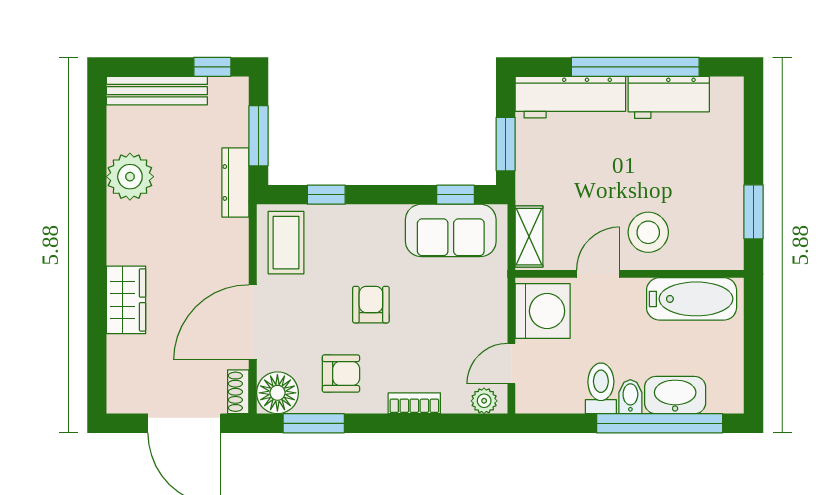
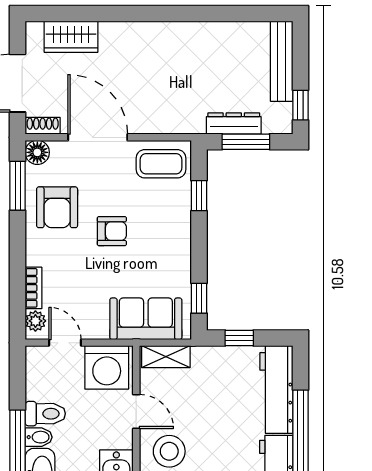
window: (506, 144) -> (239, 338), width x0.67
plant: (130, 177) -> (213, 40), removed
dresser: (235, 183) -> (234, 123), moved
sofa: (451, 230) -> (146, 319), moved, turned 90
wardrobe: (126, 300) -> (71, 37), moved
armchair: (341, 374) -> (57, 207), width x1.38, depth x1.38
floor lamp: (277, 393) -> (37, 152), width x0.73, depth x0.73
bookcase: (414, 403) -> (33, 288), moved

